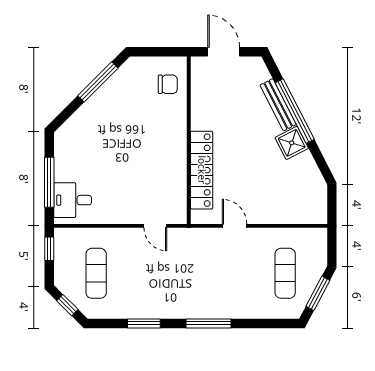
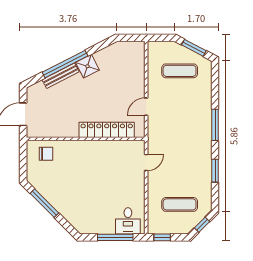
chair: (168, 84) -> (46, 154), turned 90

